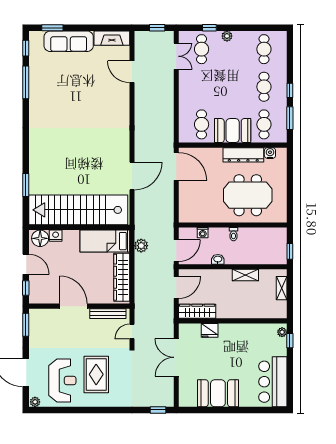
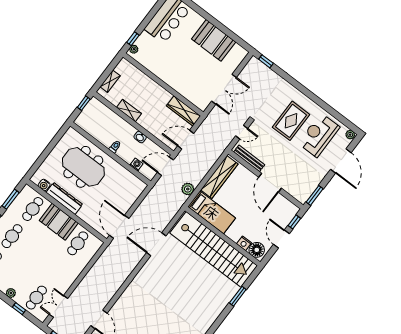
fridge: (210, 330) -> (185, 90), removed

